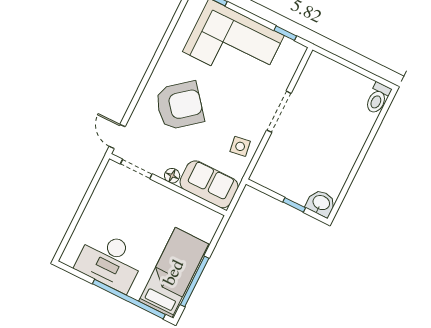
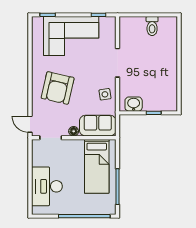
toilet: (378, 98) -> (152, 26), moved
armchair: (180, 106) -> (58, 88), turned 142
washbasin: (321, 203) -> (134, 104), moved
desk: (110, 261) -> (47, 186), moved, turned 90
bed: (174, 273) -> (97, 166), moved, turned 180

